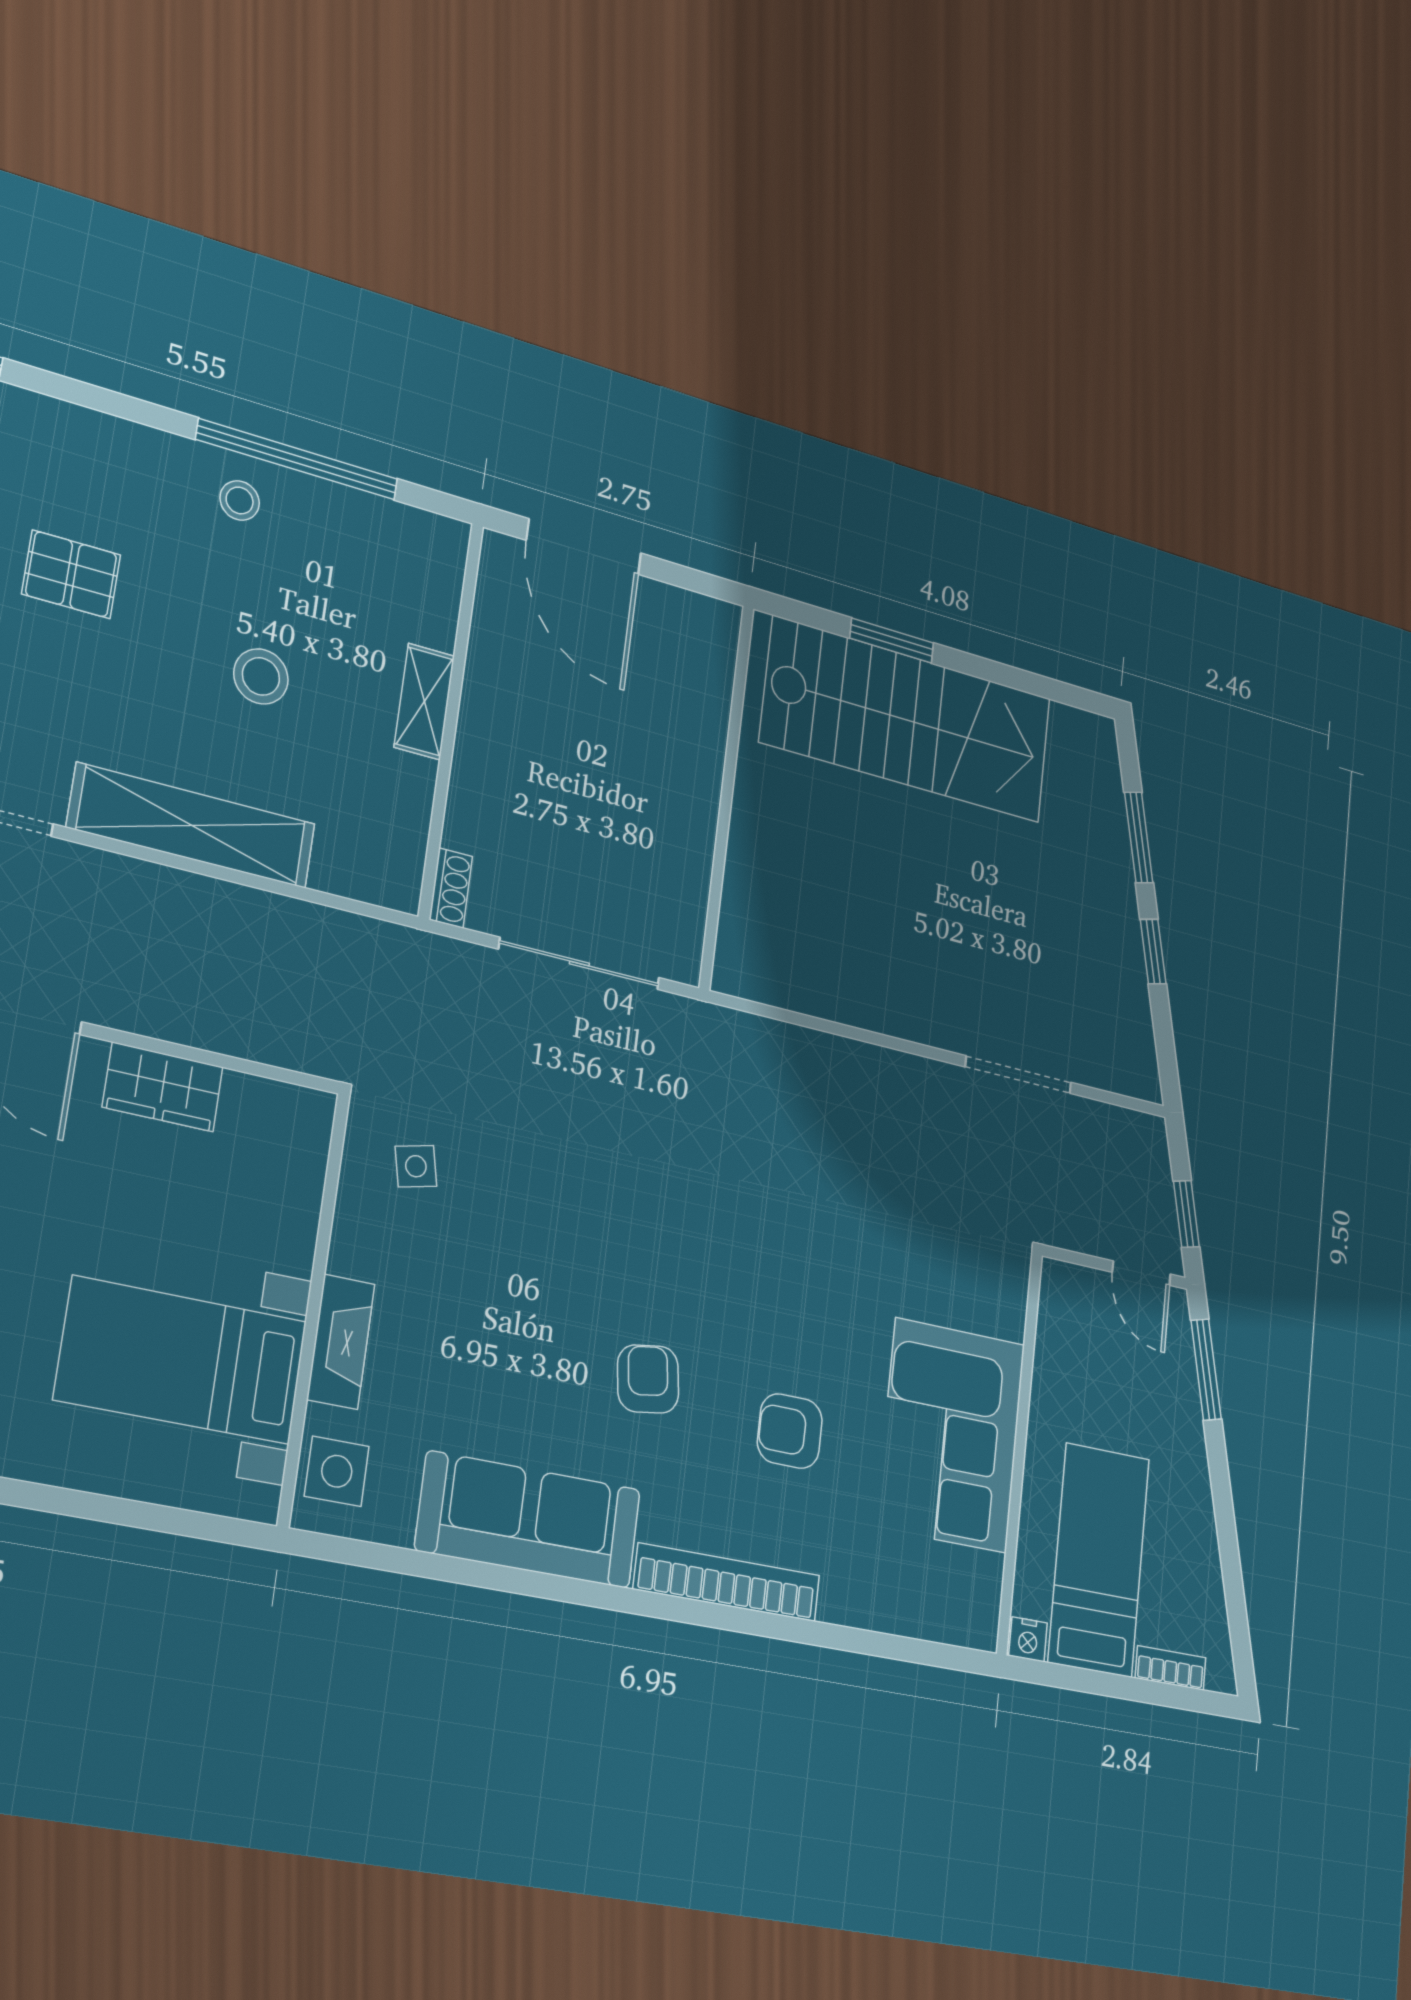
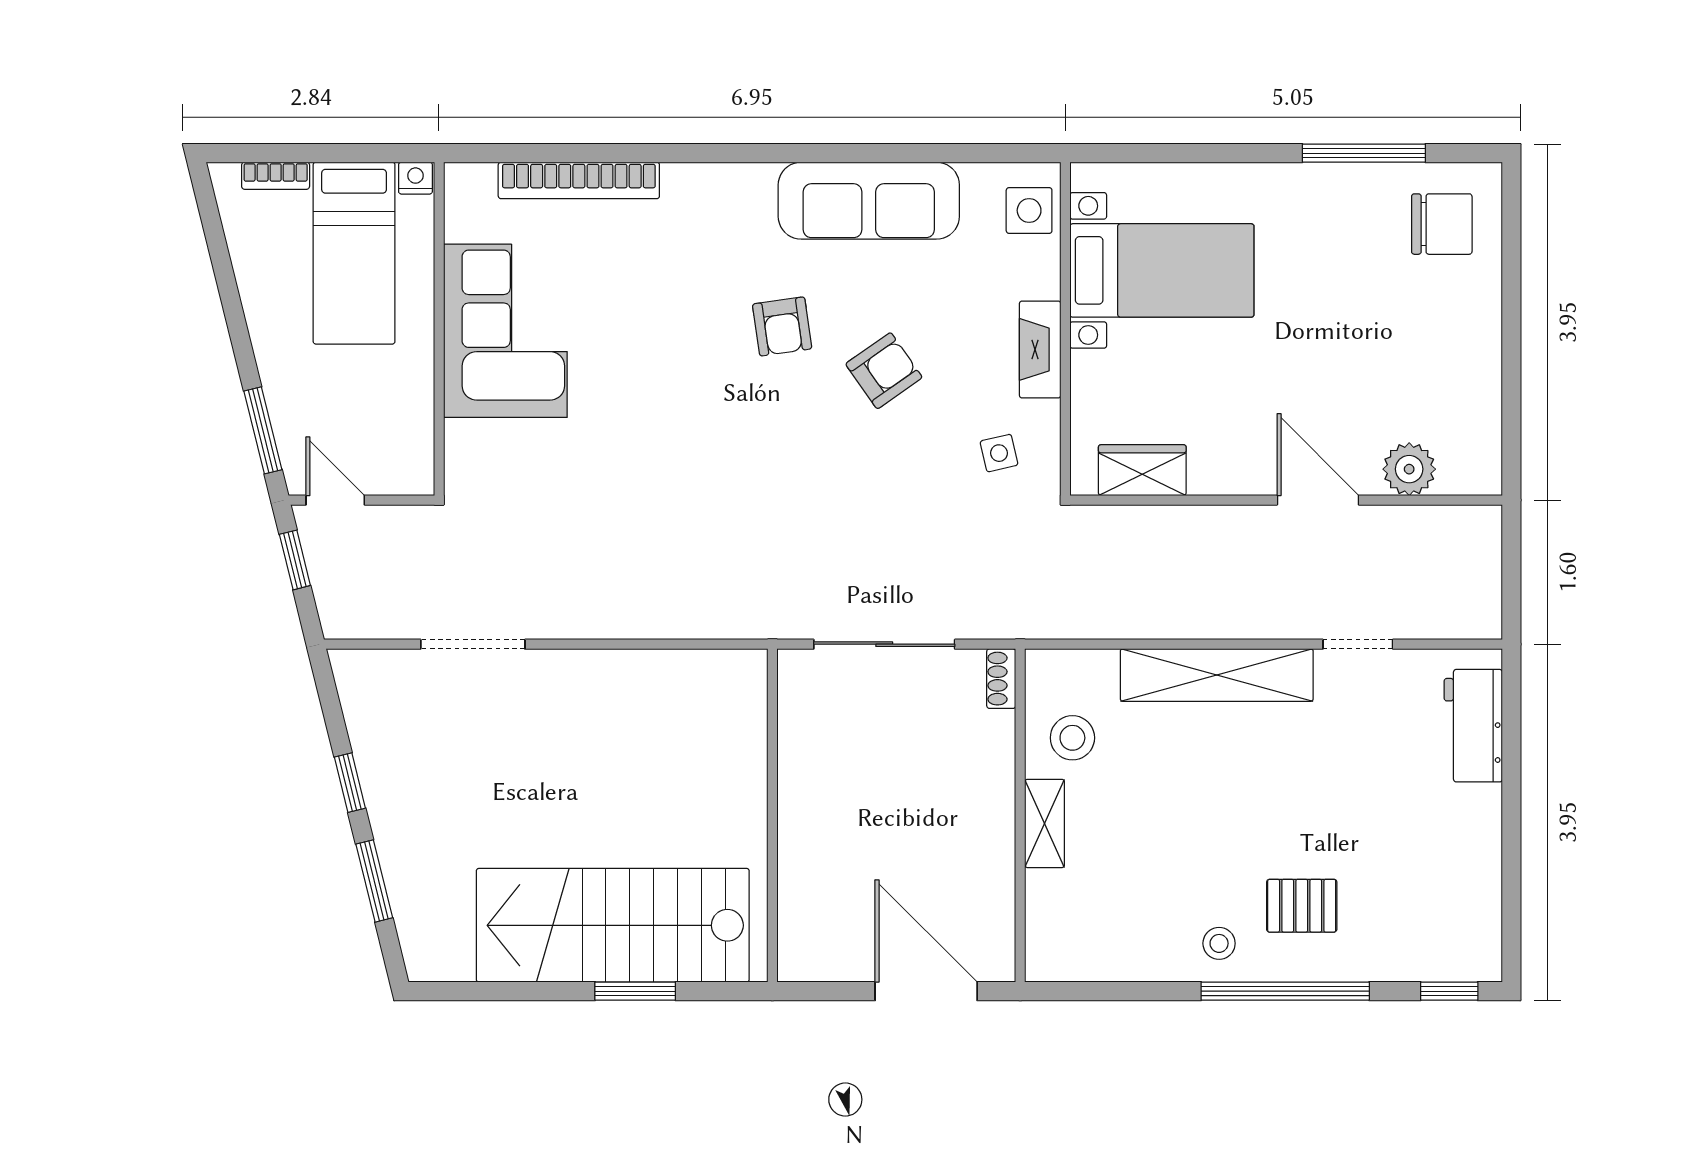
window: (297, 459) -> (1285, 991), moved
pallet: (71, 574) -> (1302, 906), moved
stool: (261, 676) -> (1072, 738), moved
wardrobe: (163, 1087) -> (1142, 470), moved
fireplace: (341, 1342) -> (1040, 349), moved
armchair: (790, 1431) -> (884, 371), moved, turned -35
bookcase: (727, 1582) -> (579, 180), moved

